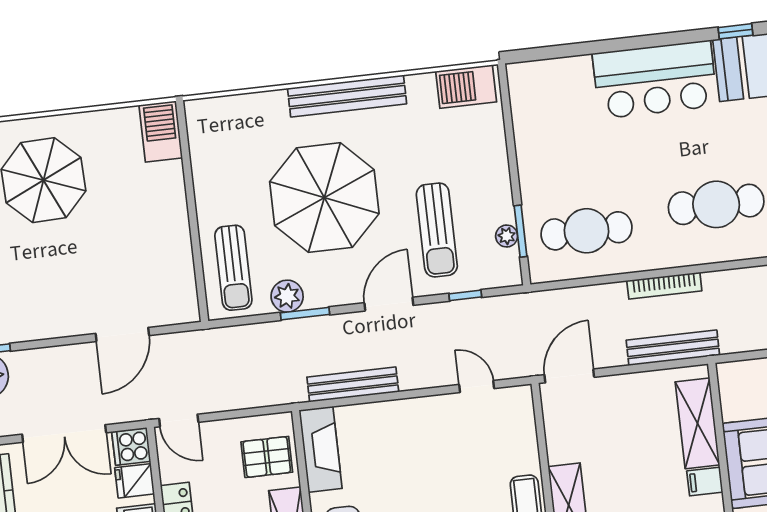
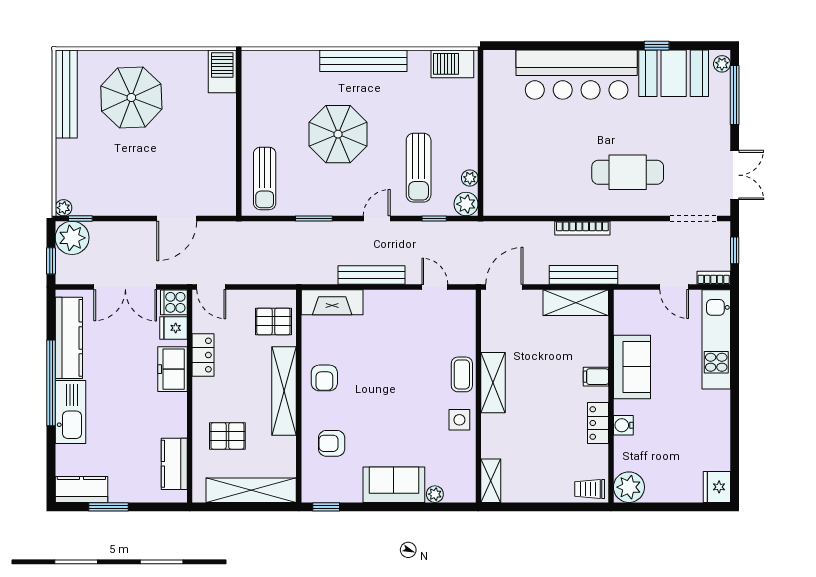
bar counter: (655, 80) -> (577, 75), width x1.36
parasol: (324, 198) -> (338, 134), width x0.73, depth x0.73
window: (521, 231) -> (480, 176), removed
cafe table: (587, 231) -> (529, 181), removed
plant: (287, 296) -> (466, 204), moved
door: (389, 304) -> (377, 219), width x0.73
bench: (353, 384) -> (372, 275), moved
shelving: (697, 423) -> (576, 303), moved, turned 90
fireplace: (321, 449) -> (332, 302), moved, turned 90

